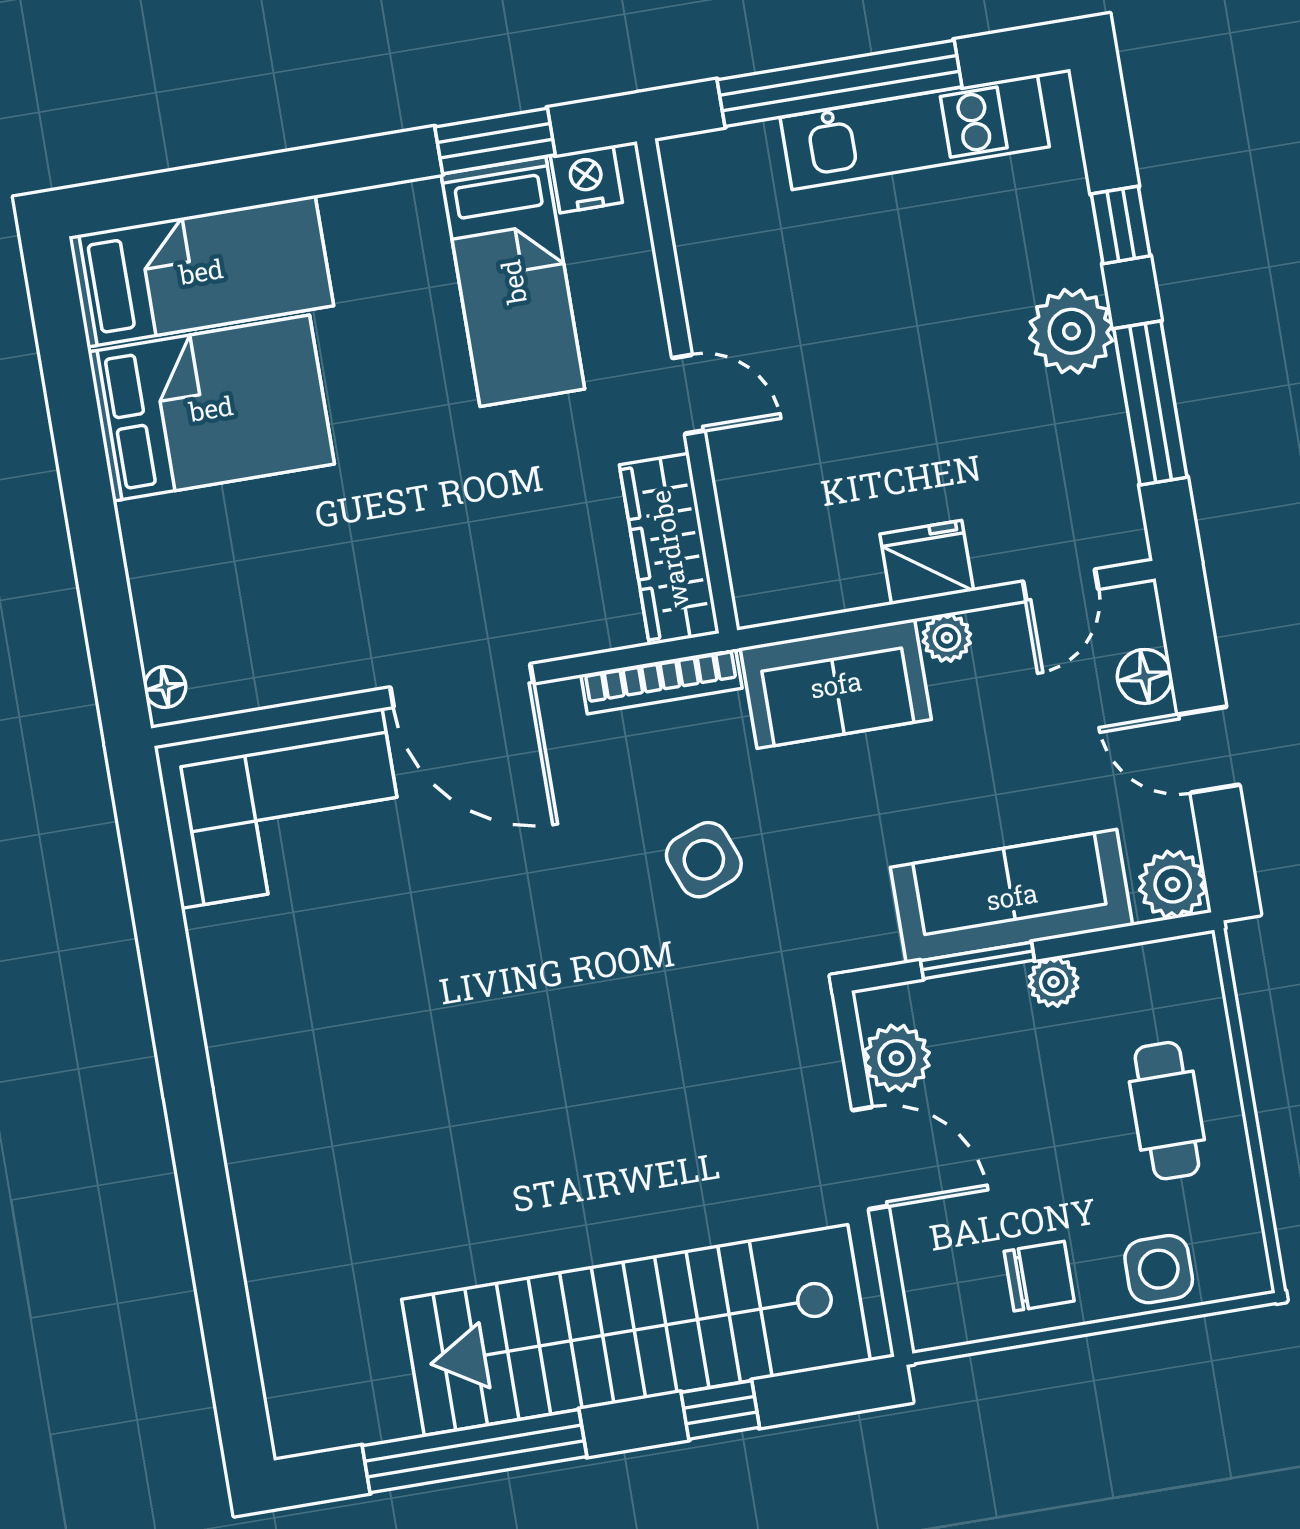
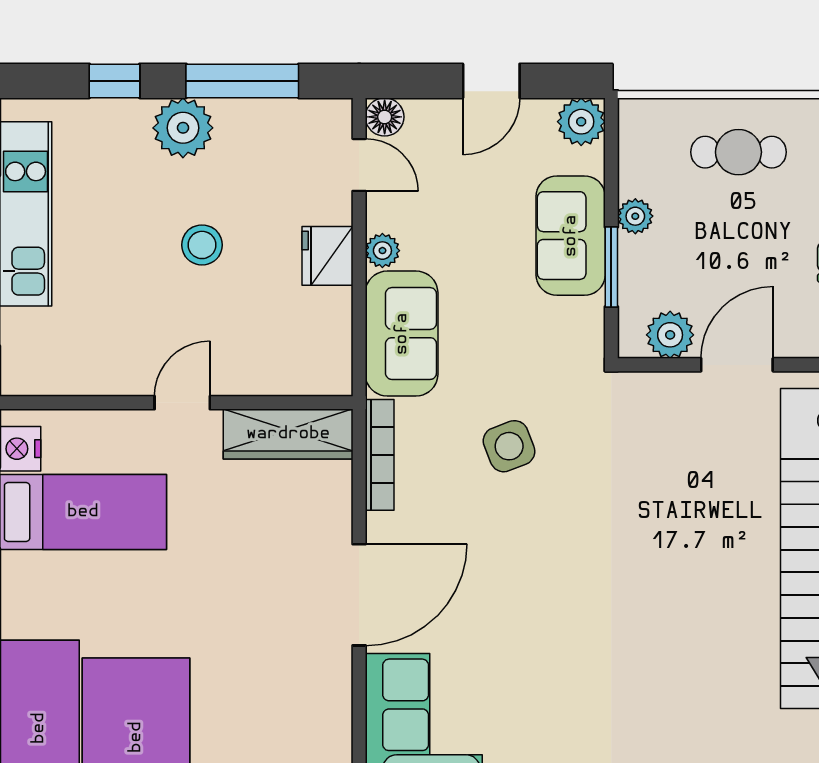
stool: (913, 385) -> (202, 245), added
floor lamp: (1145, 676) -> (385, 117), moved
sofa: (1012, 896) -> (571, 236), width x0.73

